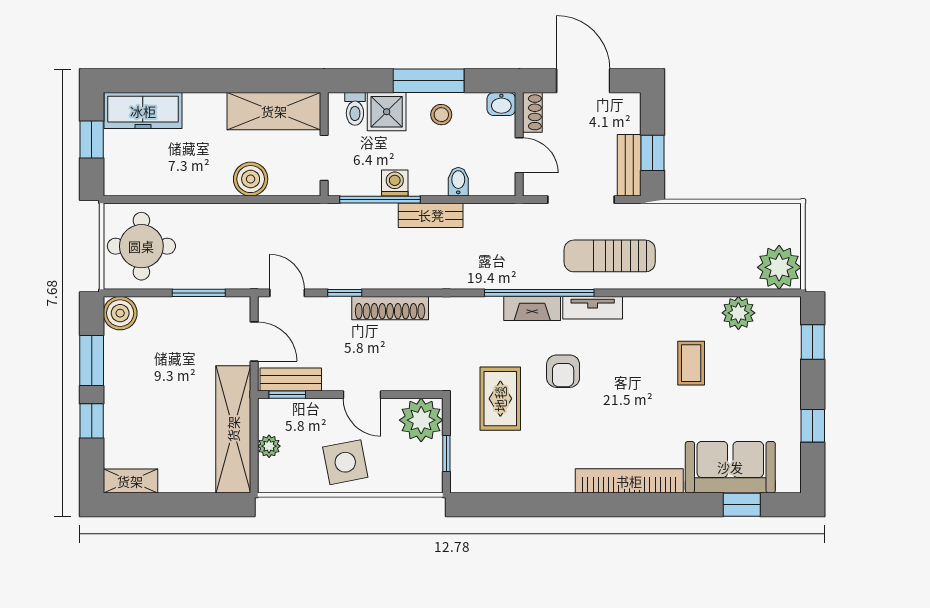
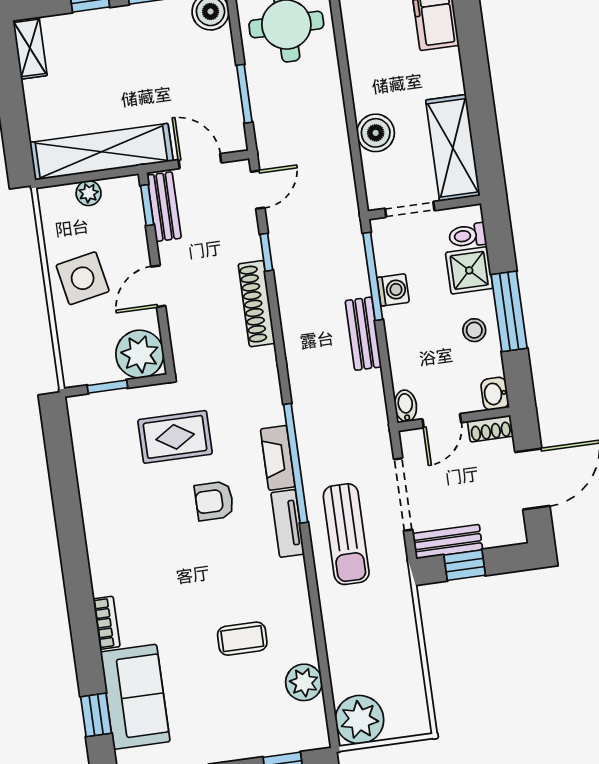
bidet: (458, 182) -> (406, 406), moved, turned -90
sun lounger: (610, 256) -> (346, 534), turned 180
door: (254, 342) -> (200, 161), swing flipped
bookcase: (629, 481) -> (106, 623), width x0.43, depth x0.76

